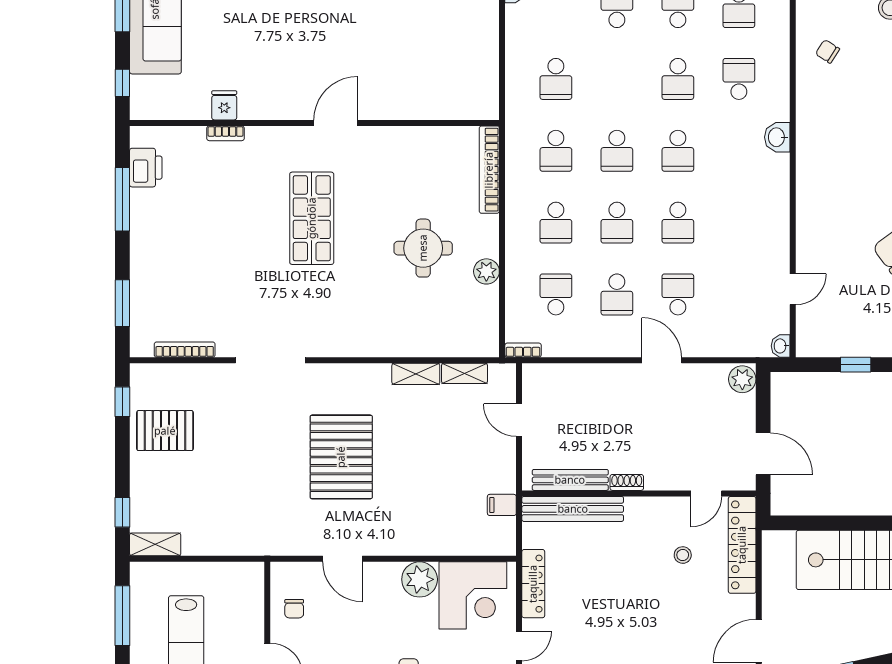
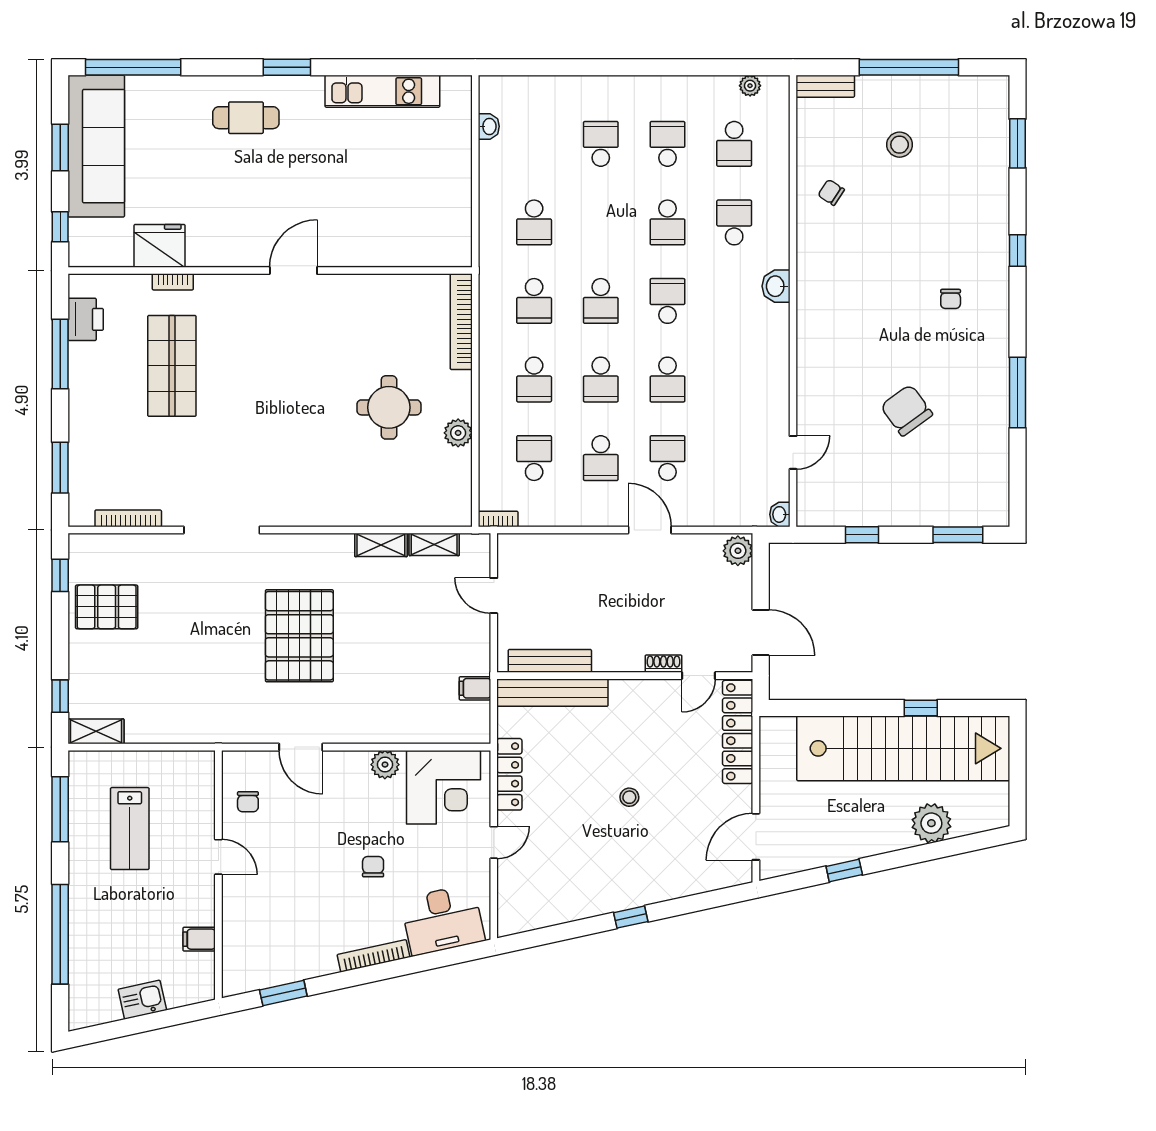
fridge: (224, 105) -> (160, 246), width x1.88, depth x1.34
school desk: (678, 151) -> (667, 301), turned 180
shop shelf: (312, 218) -> (172, 366), moved
shoe rack: (627, 482) -> (663, 664), moved
stool: (683, 555) -> (629, 797), moved
plant: (420, 579) -> (385, 765), width x0.73, depth x0.73

